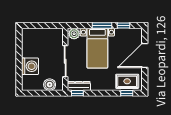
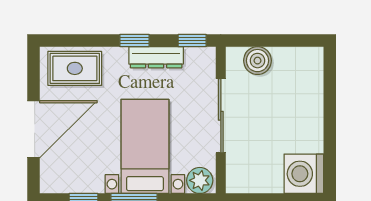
washing machine: (30, 66) -> (304, 174), moved
dresser: (79, 86) -> (156, 57), moved
window: (127, 93) -> (135, 41), moved

